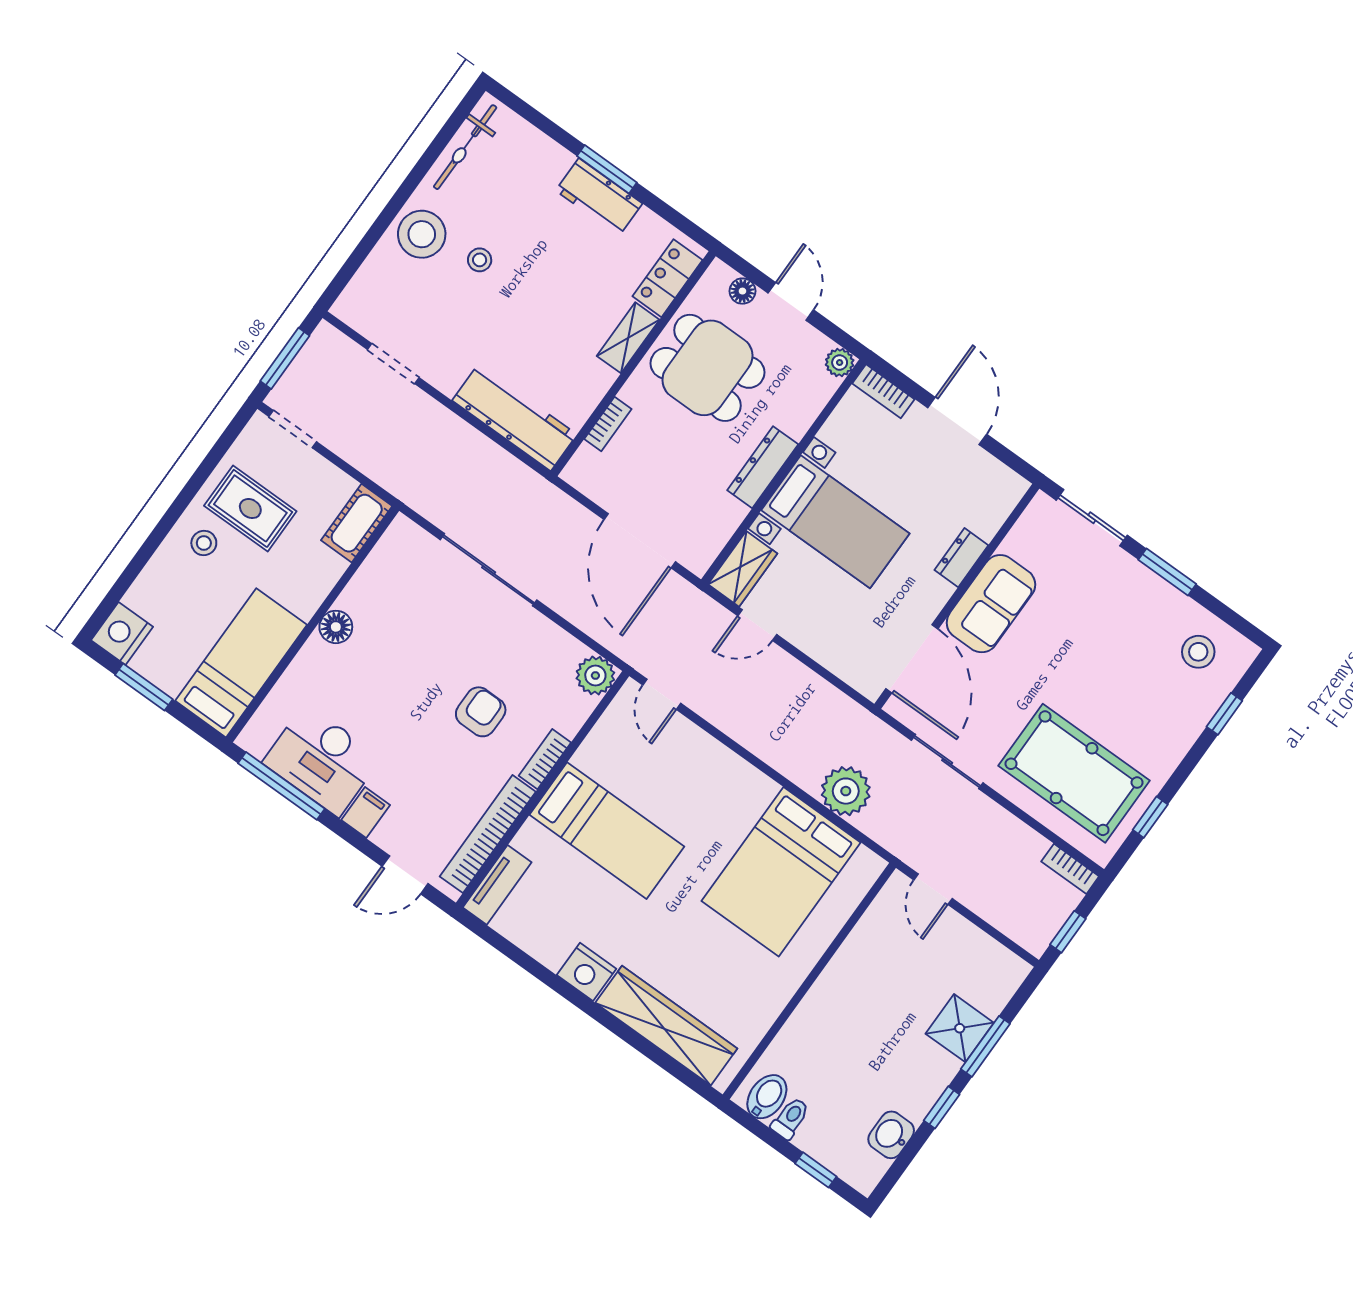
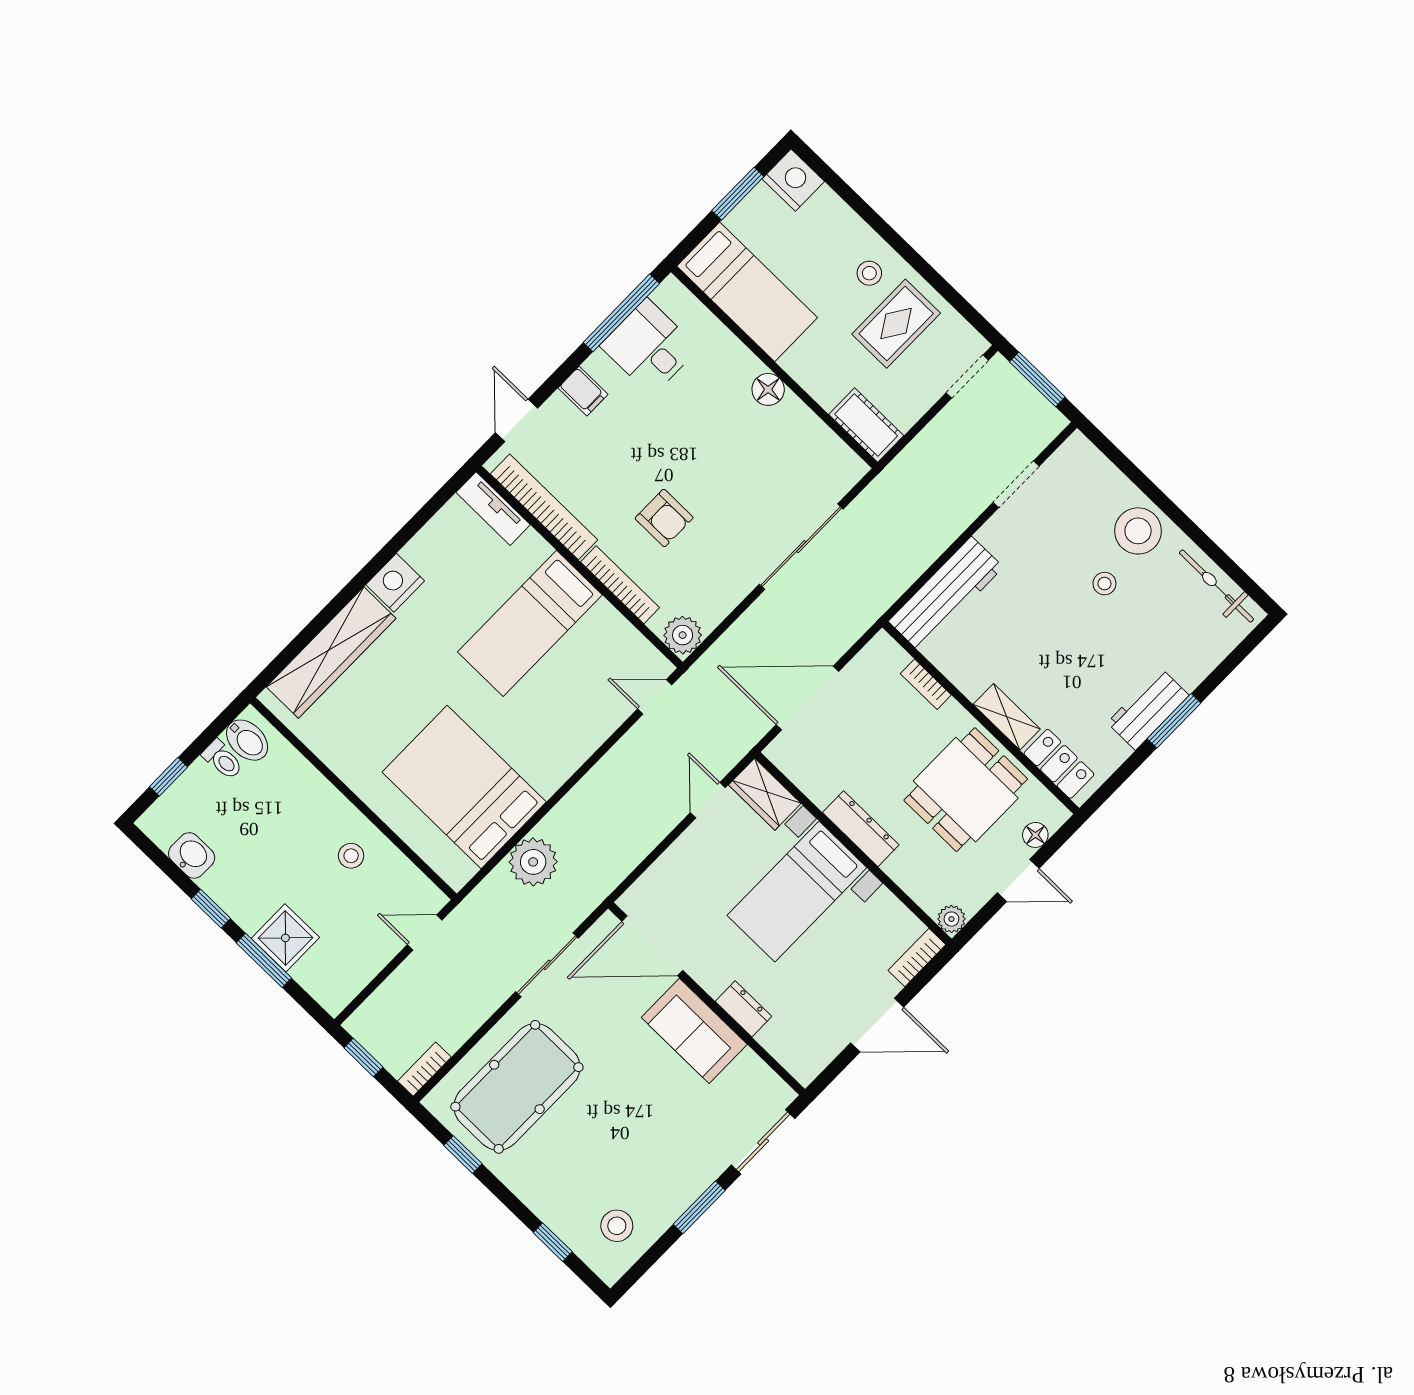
bookcase: (545, 759) -> (620, 585), width x1.56
desk: (322, 760) -> (649, 347), width x0.73
stool: (867, 975) -> (351, 856), added

